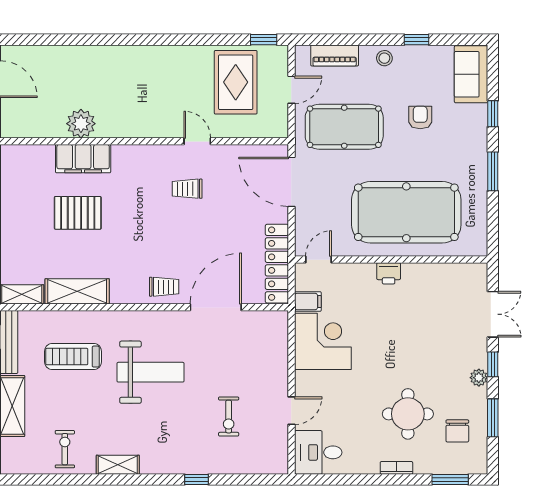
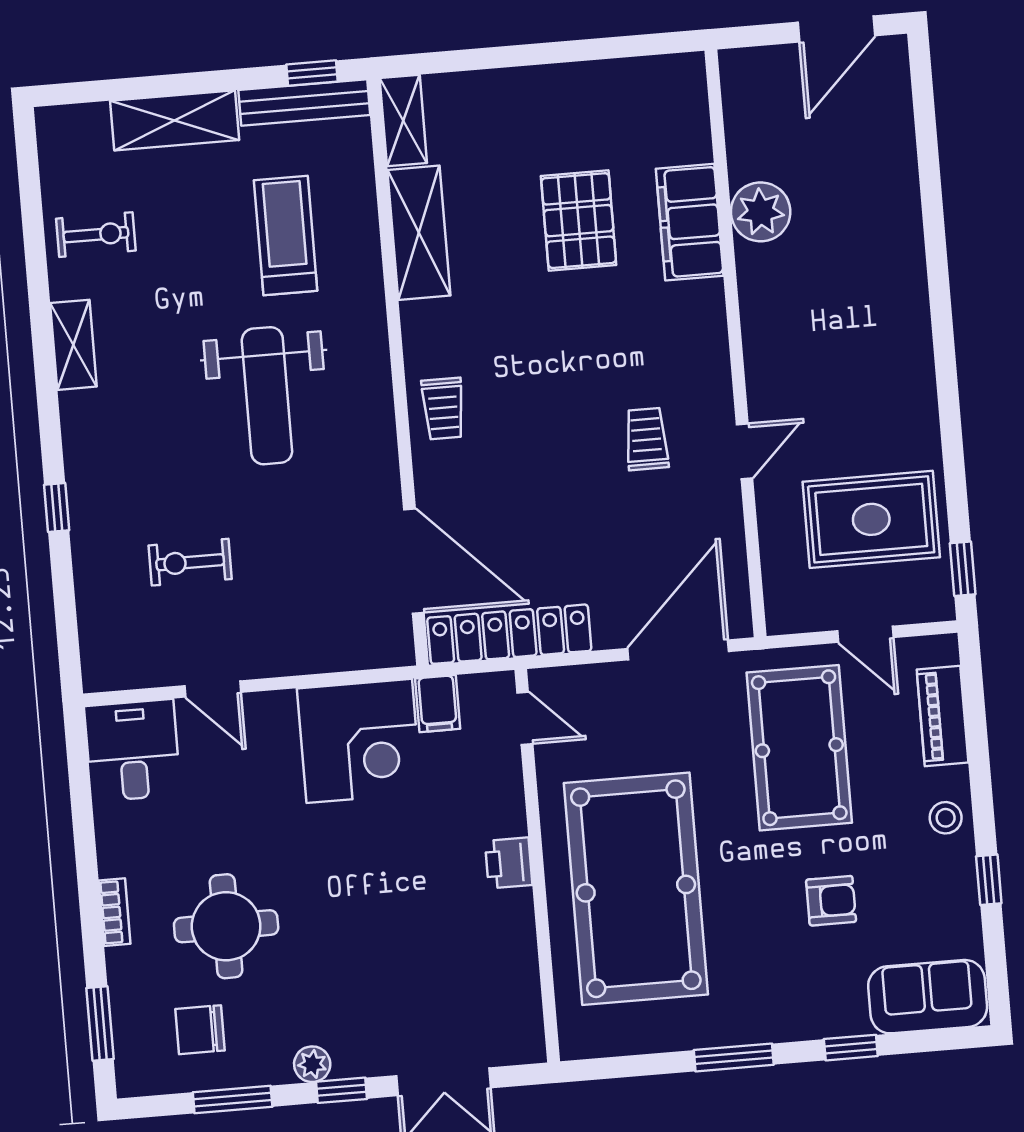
door: (216, 307) -> (414, 561), moved

